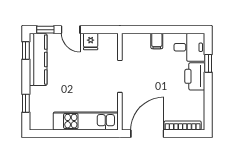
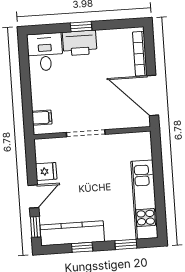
filing cabinet: (157, 41) -> (42, 118), moved
window: (26, 51) -> (82, 247), moved
window: (208, 63) -> (81, 27), moved
kitchen unit: (86, 121) -> (144, 200), moved

